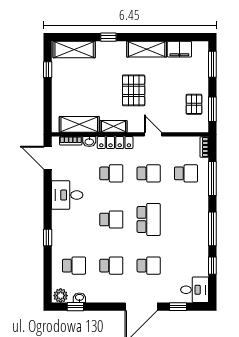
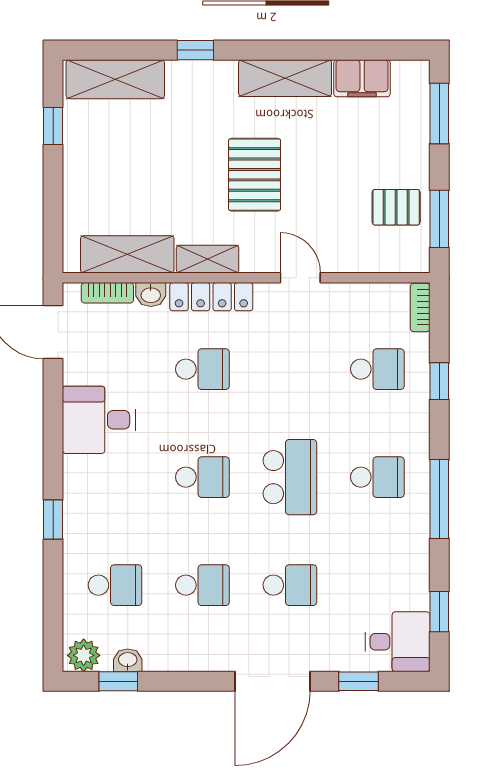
pallet: (194, 104) -> (396, 207), turned 90
school desk: (149, 173) -> (377, 477), moved
window: (212, 179) -> (439, 381), width x0.46
window: (212, 266) -> (439, 612), moved

